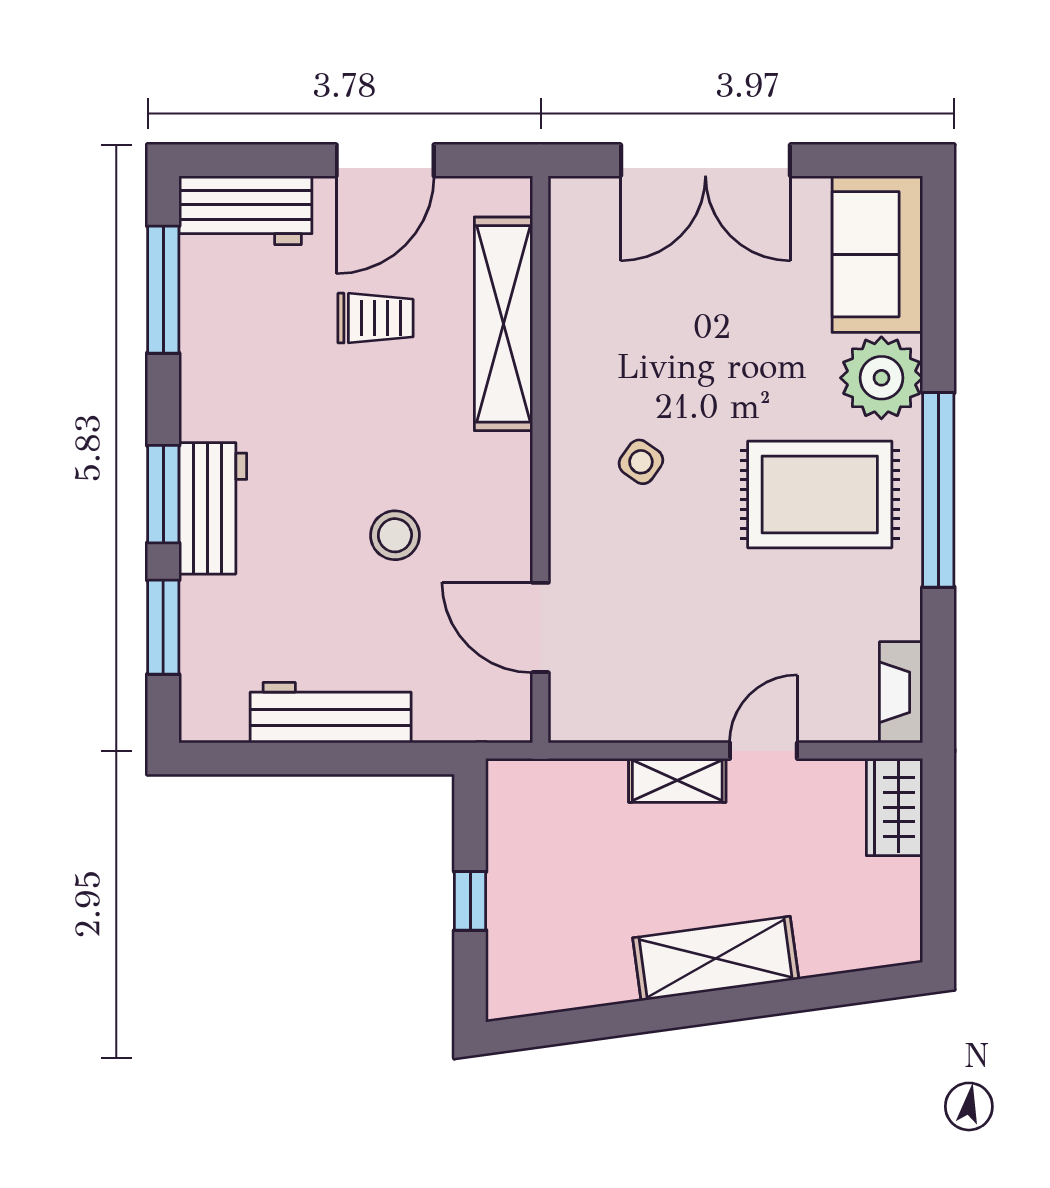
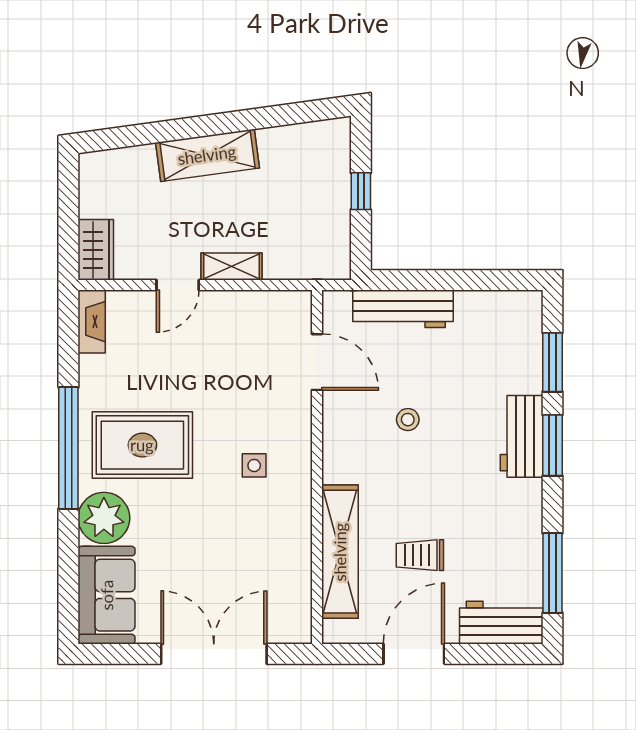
side table: (641, 462) -> (254, 465), turned -35
stool: (395, 535) -> (408, 420), width x0.73, depth x0.73
workbench: (331, 713) -> (403, 309), moved

